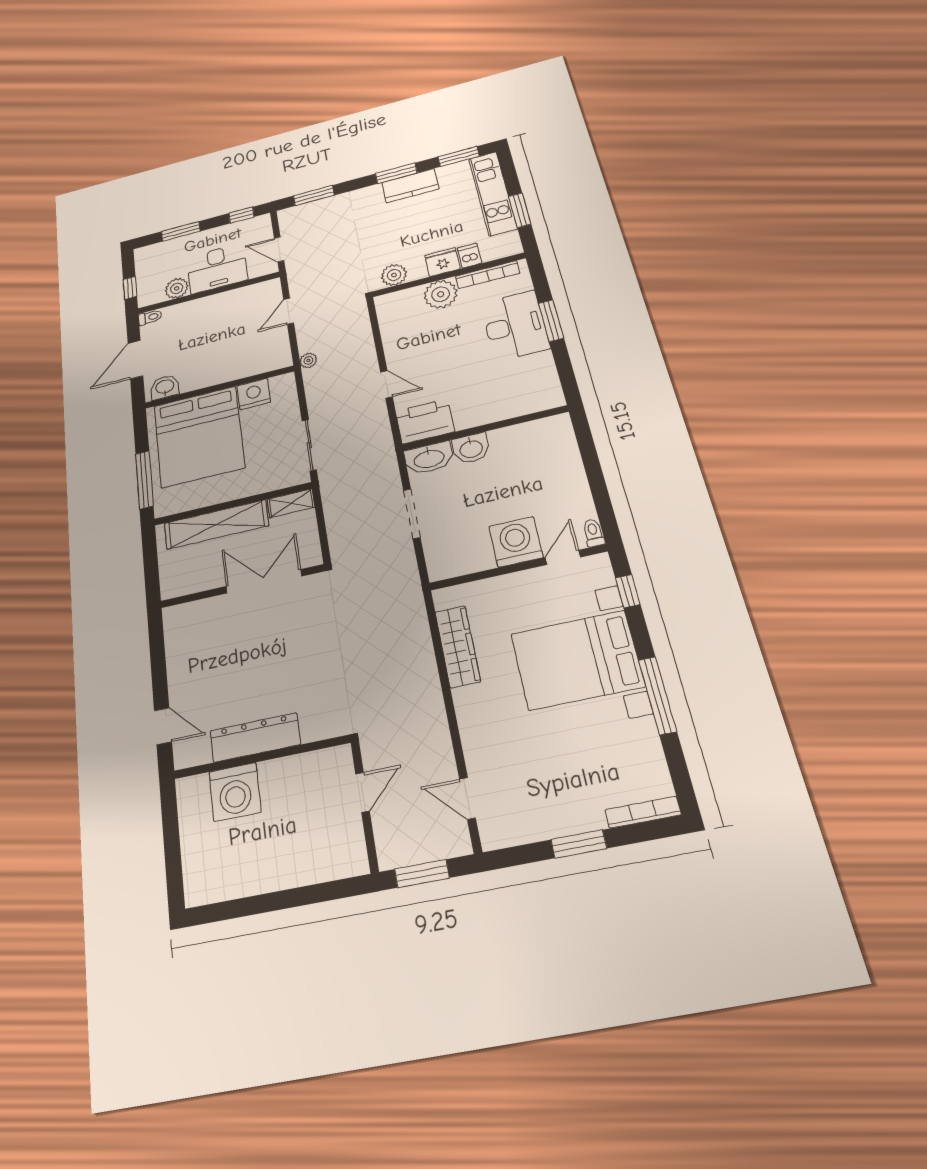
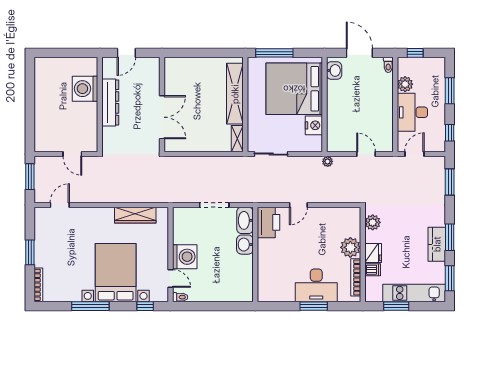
double door: (264, 581) -> (162, 117), moved
wall: (242, 586) -> (162, 105), moved

